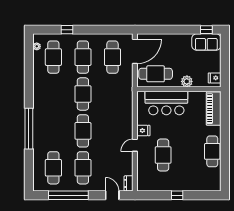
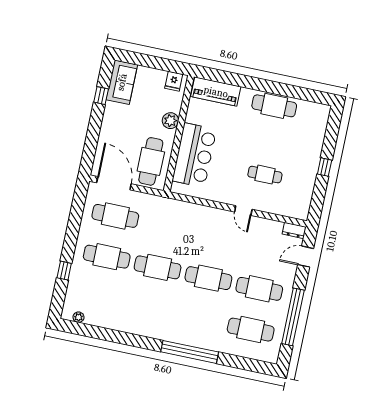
window: (206, 30) -> (101, 96), moved
cafe table: (53, 57) -> (98, 297), removed
fridge: (143, 131) -> (225, 195), removed
cafe table: (163, 155) -> (265, 175), width x0.73, depth x0.74

